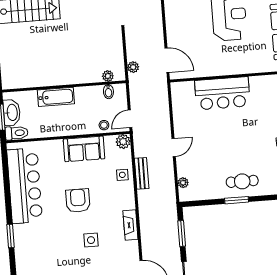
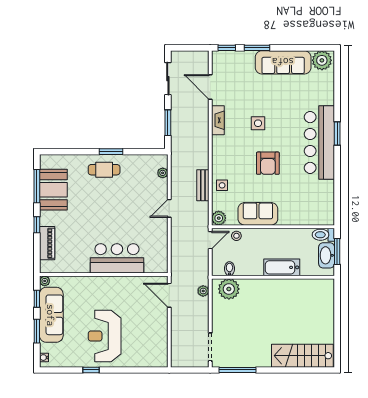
plant: (108, 76) -> (229, 289), width x1.88, depth x1.88
bar counter: (25, 186) -> (319, 142), moved
fireplace: (130, 225) -> (218, 120), moved

